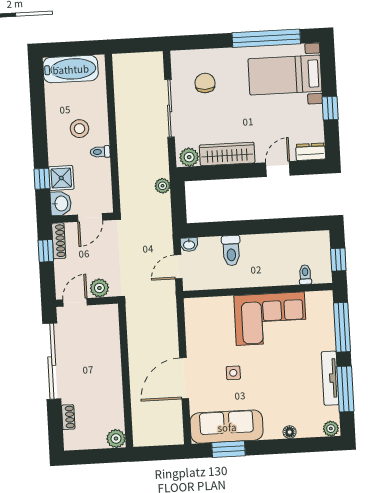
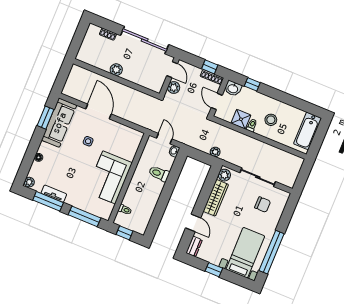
shower: (61, 178) -> (241, 119), moved
tv unit: (330, 378) -> (54, 194), width x0.71
plant: (116, 439) -> (116, 70), moved

